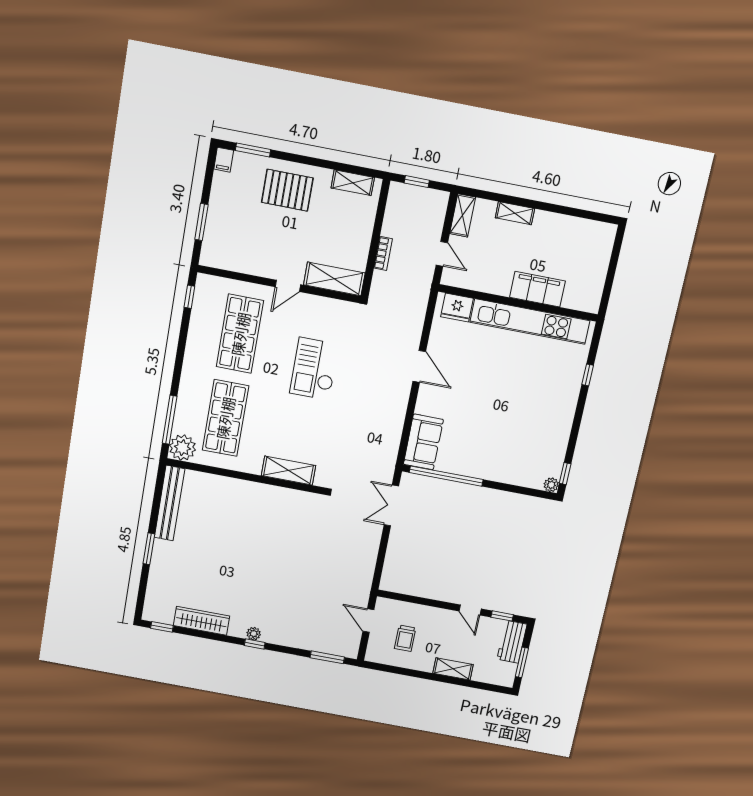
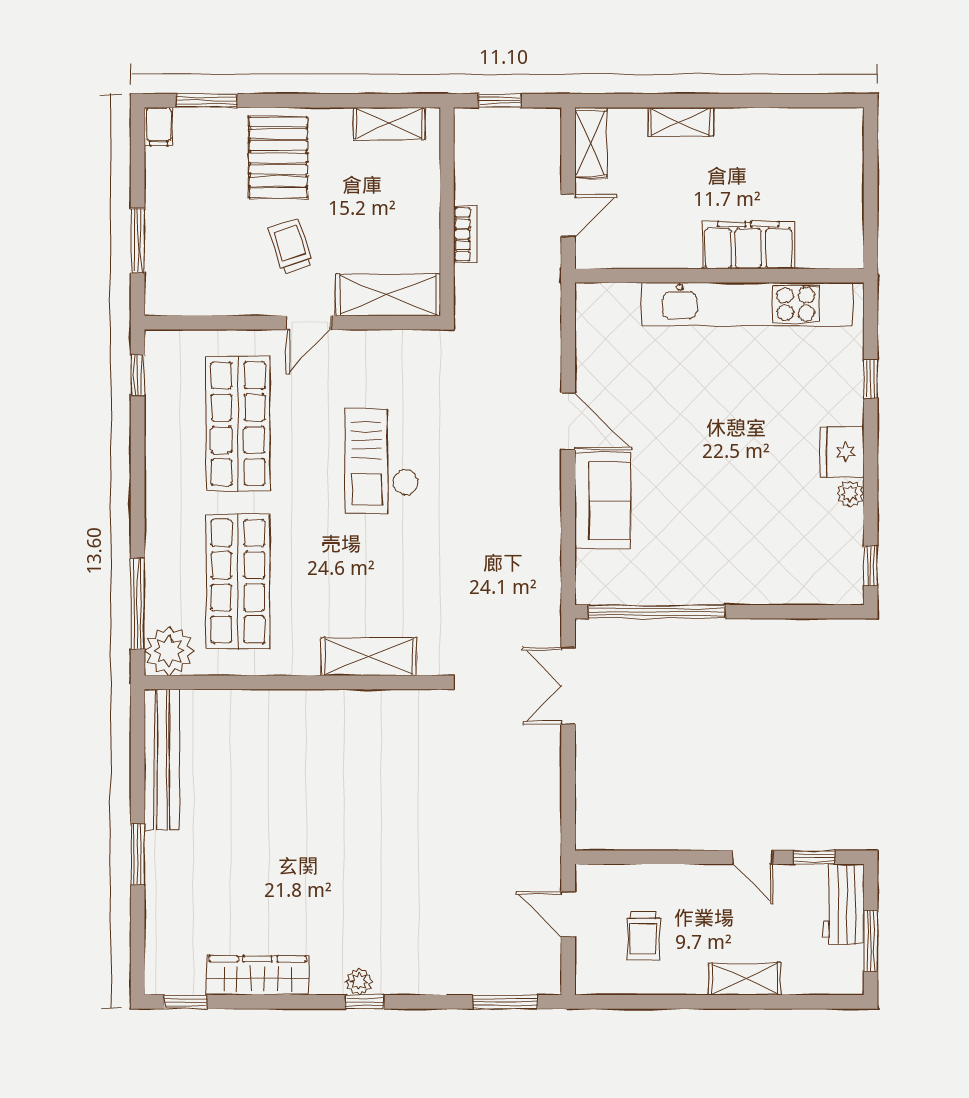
pallet: (287, 190) -> (278, 158), turned 90
trolley: (285, 242) -> (290, 246), added
door: (442, 254) -> (568, 216), hinge flipped
fridge: (457, 308) -> (842, 452), moved, turned 90
sofa: (423, 442) -> (603, 501), moved
plant: (551, 485) -> (850, 494), moved

